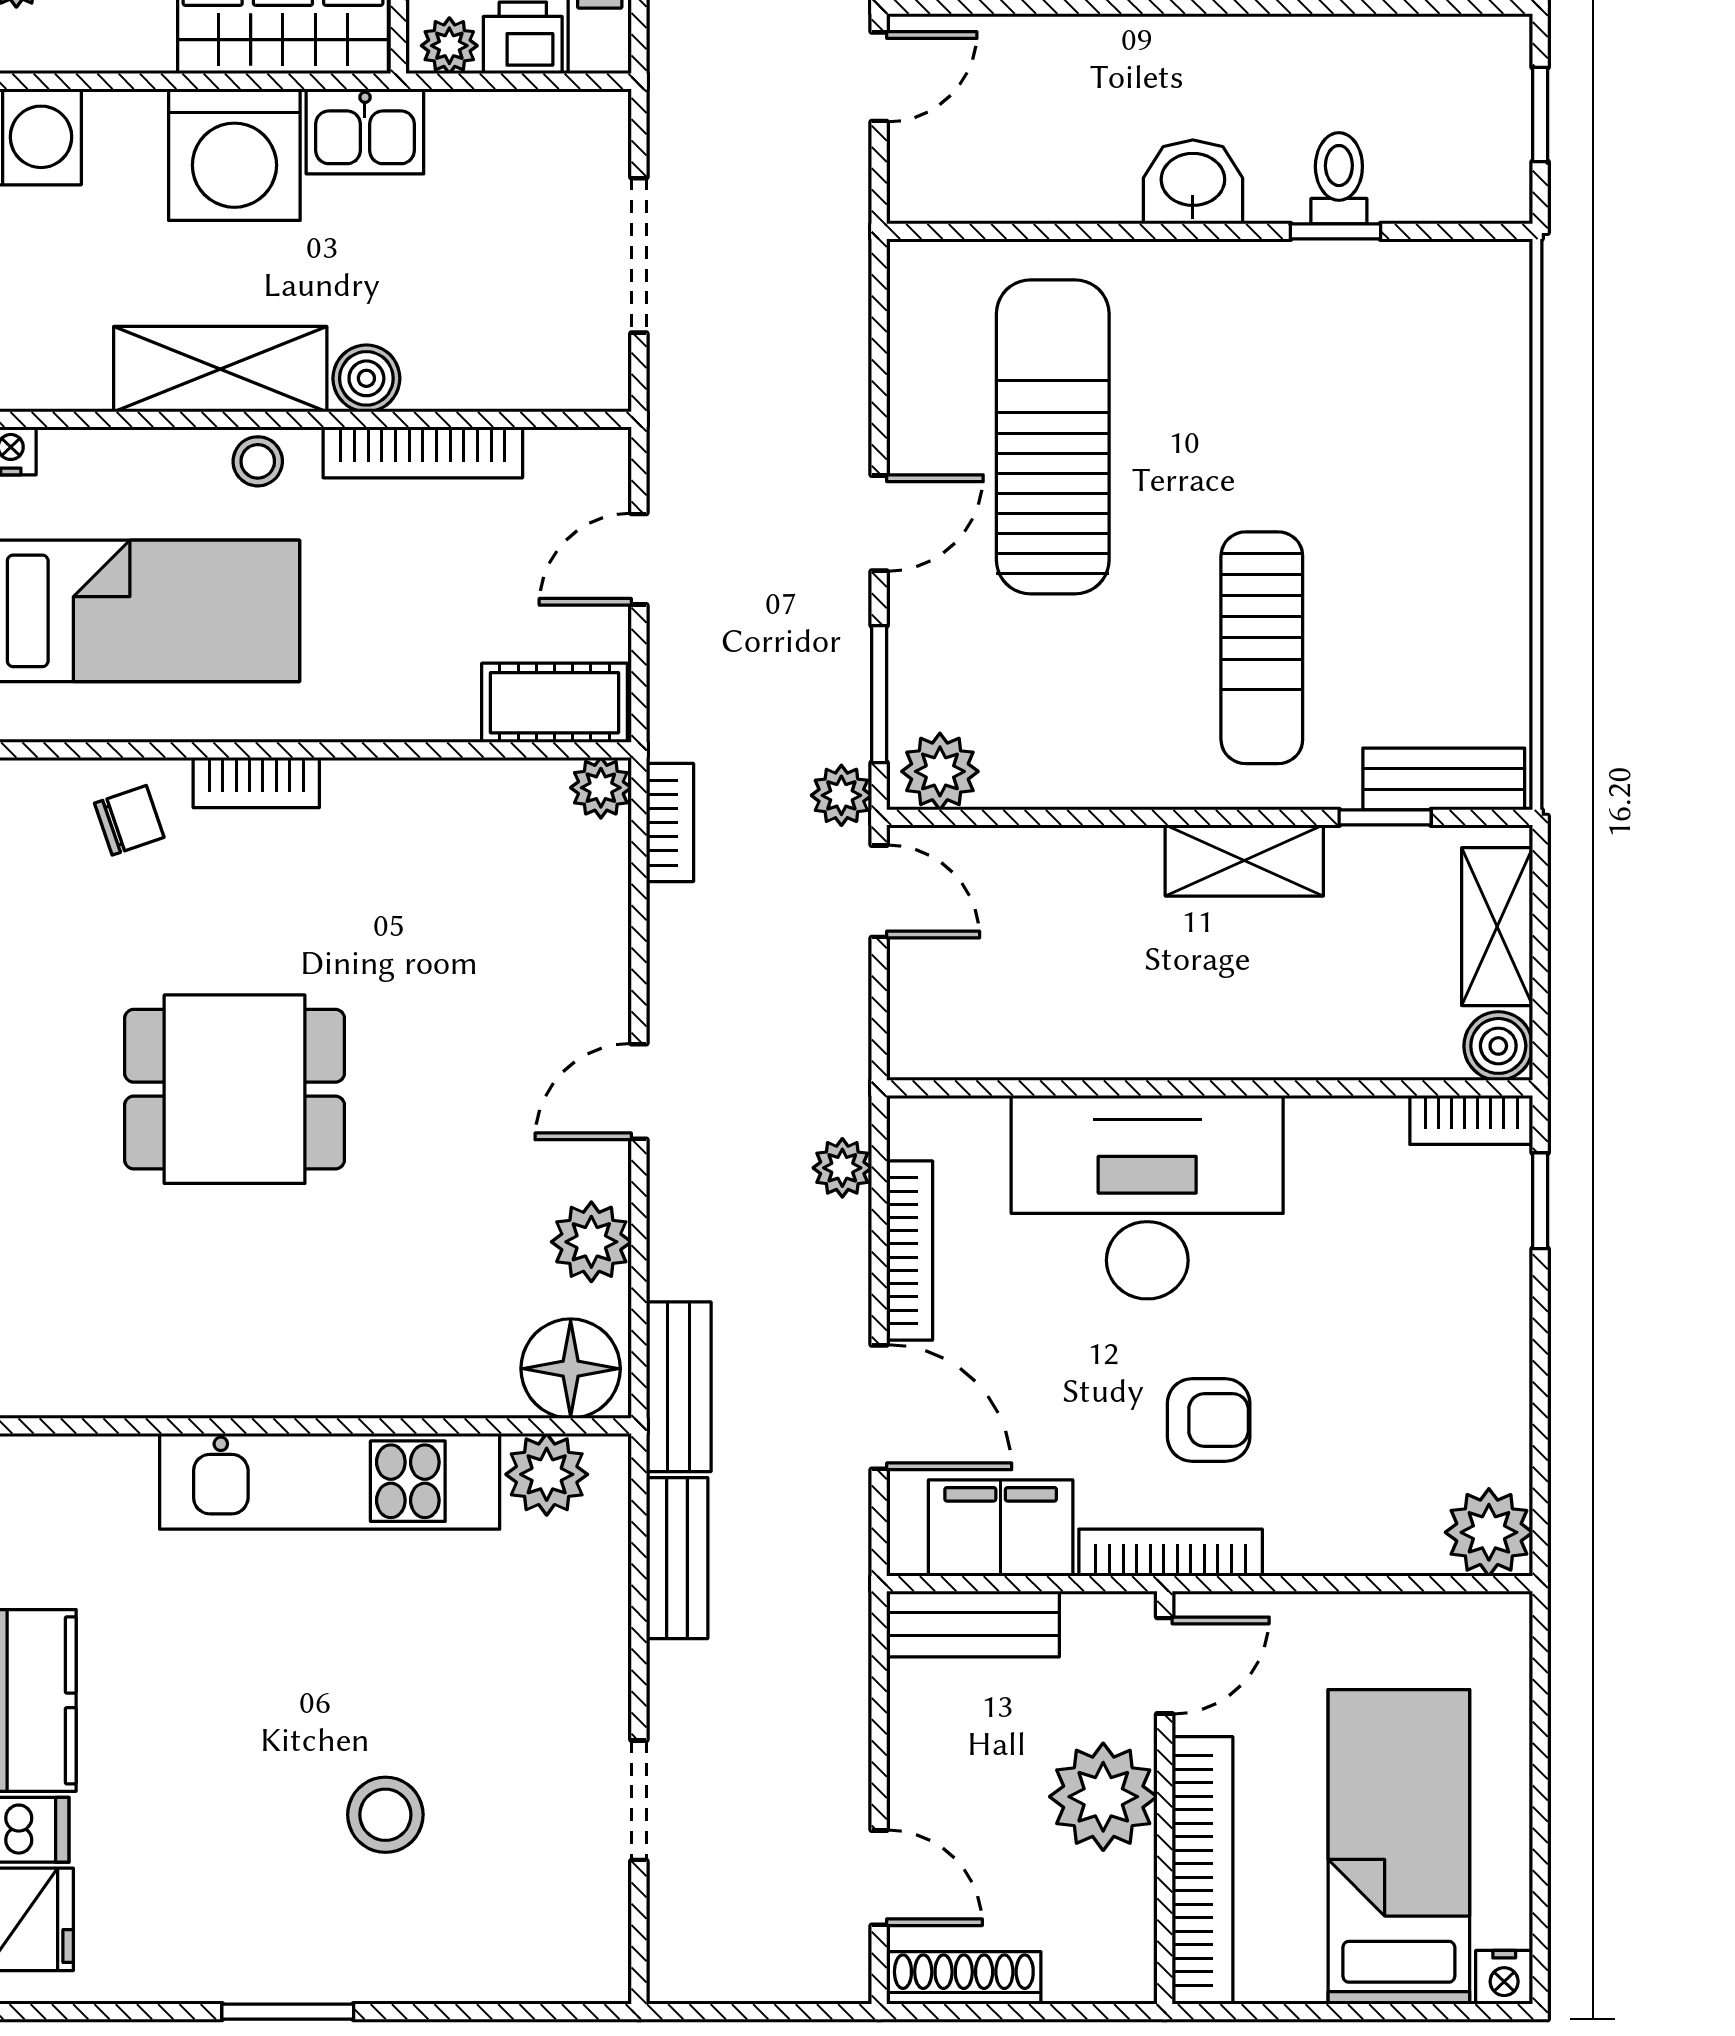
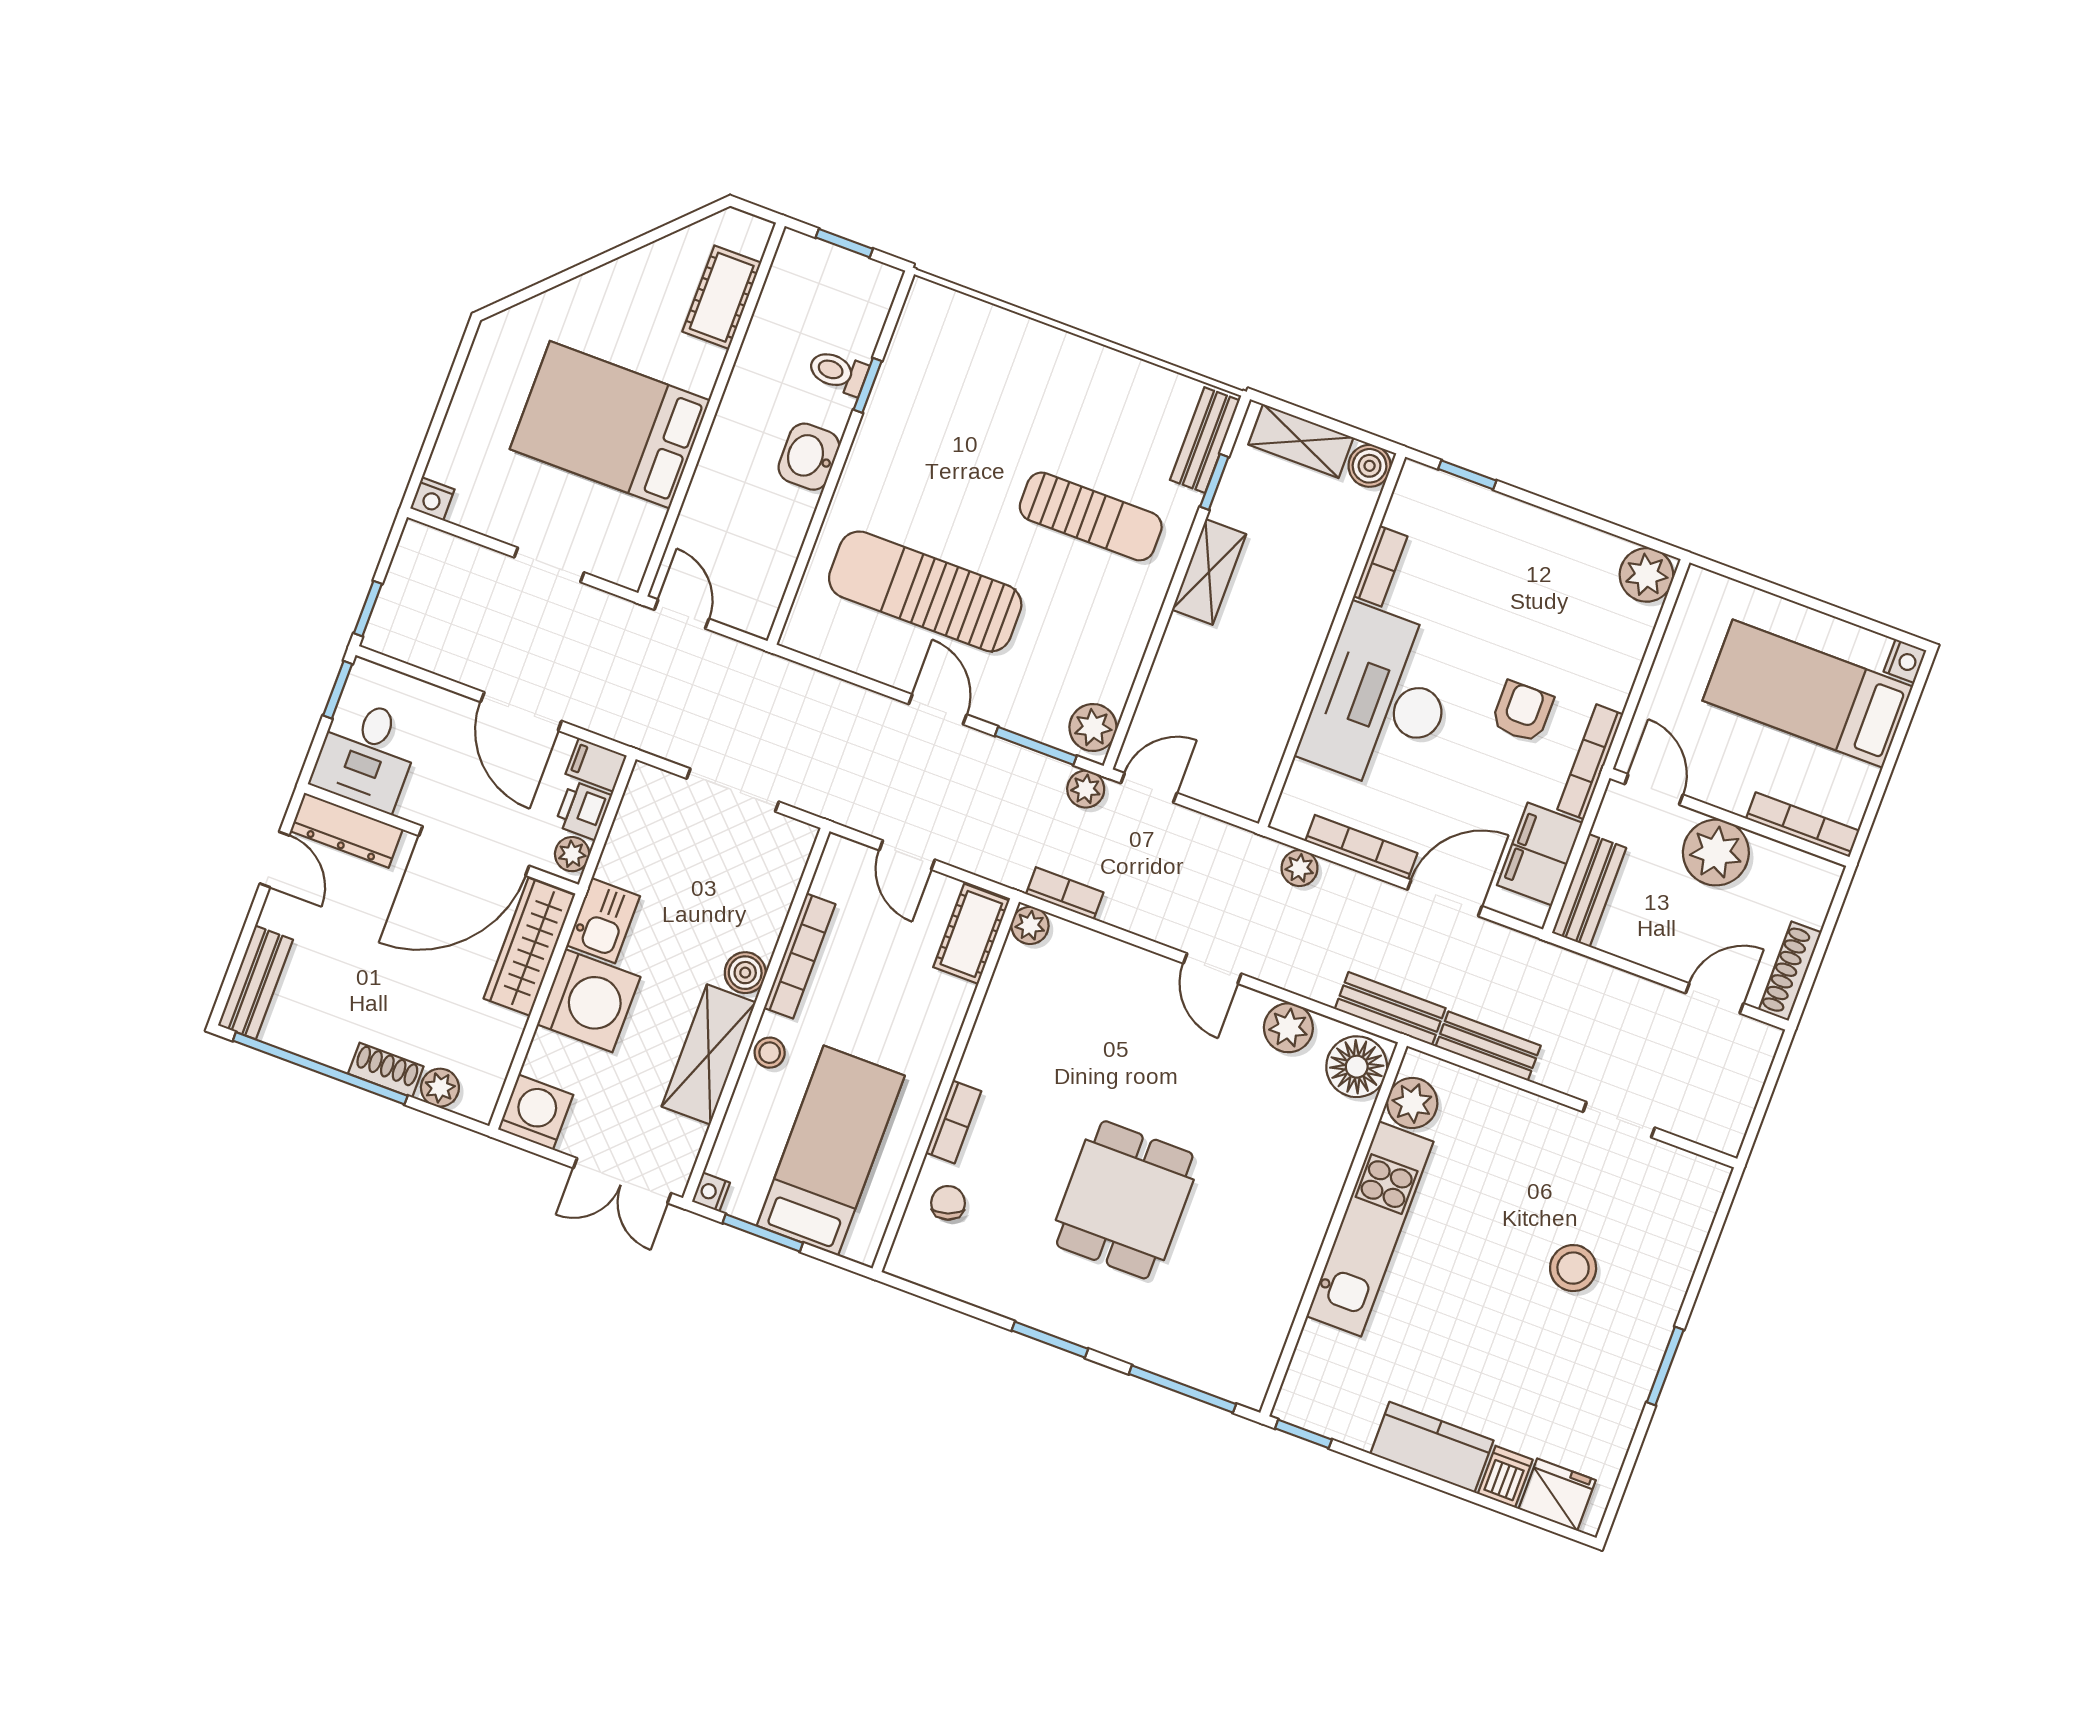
bookcase: (1471, 1120) -> (1380, 566), moved
bookcase: (1202, 1870) -> (1803, 825), width x0.68, depth x0.76

